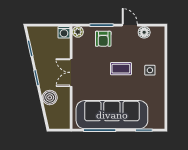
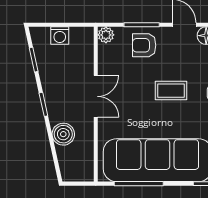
washing machine: (64, 32) -> (60, 36), moved
armchair: (103, 39) -> (144, 45), turned 90
double door: (71, 72) -> (96, 96), swing flipped

